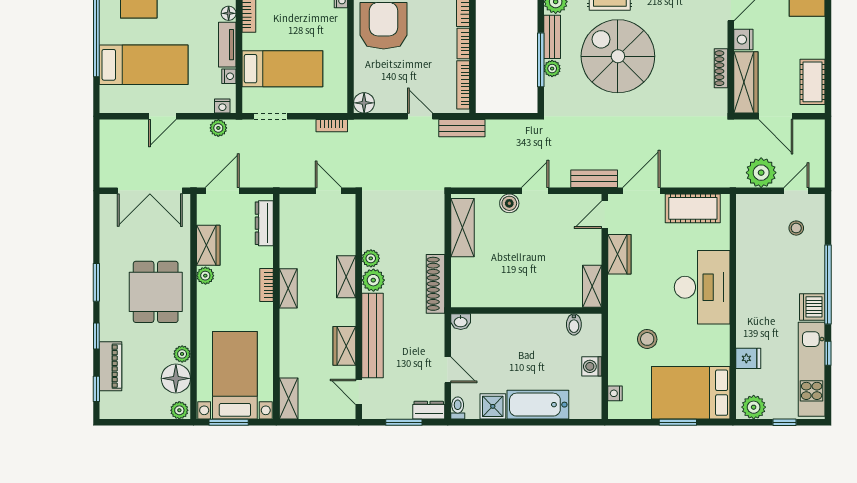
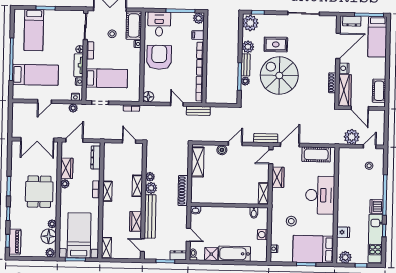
piano: (110, 366) -> (15, 242), moved

